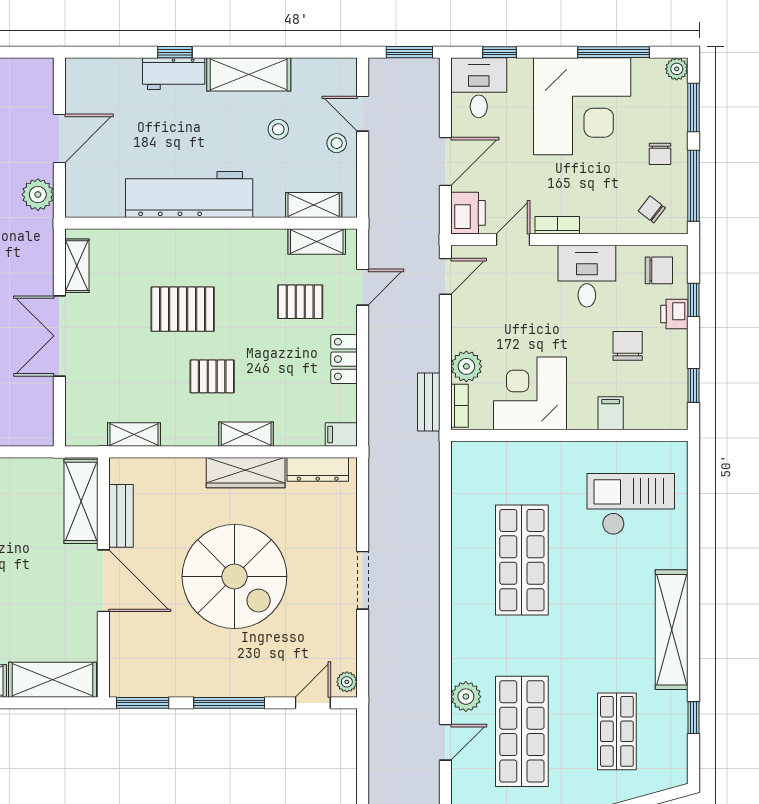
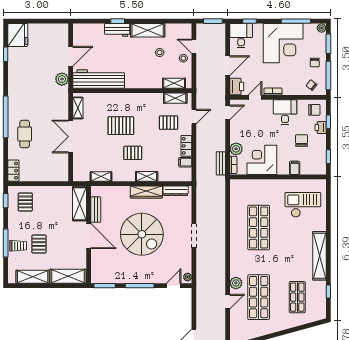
workbench: (189, 194) -> (99, 79), moved
filing cabinet: (341, 434) -> (185, 162), moved

